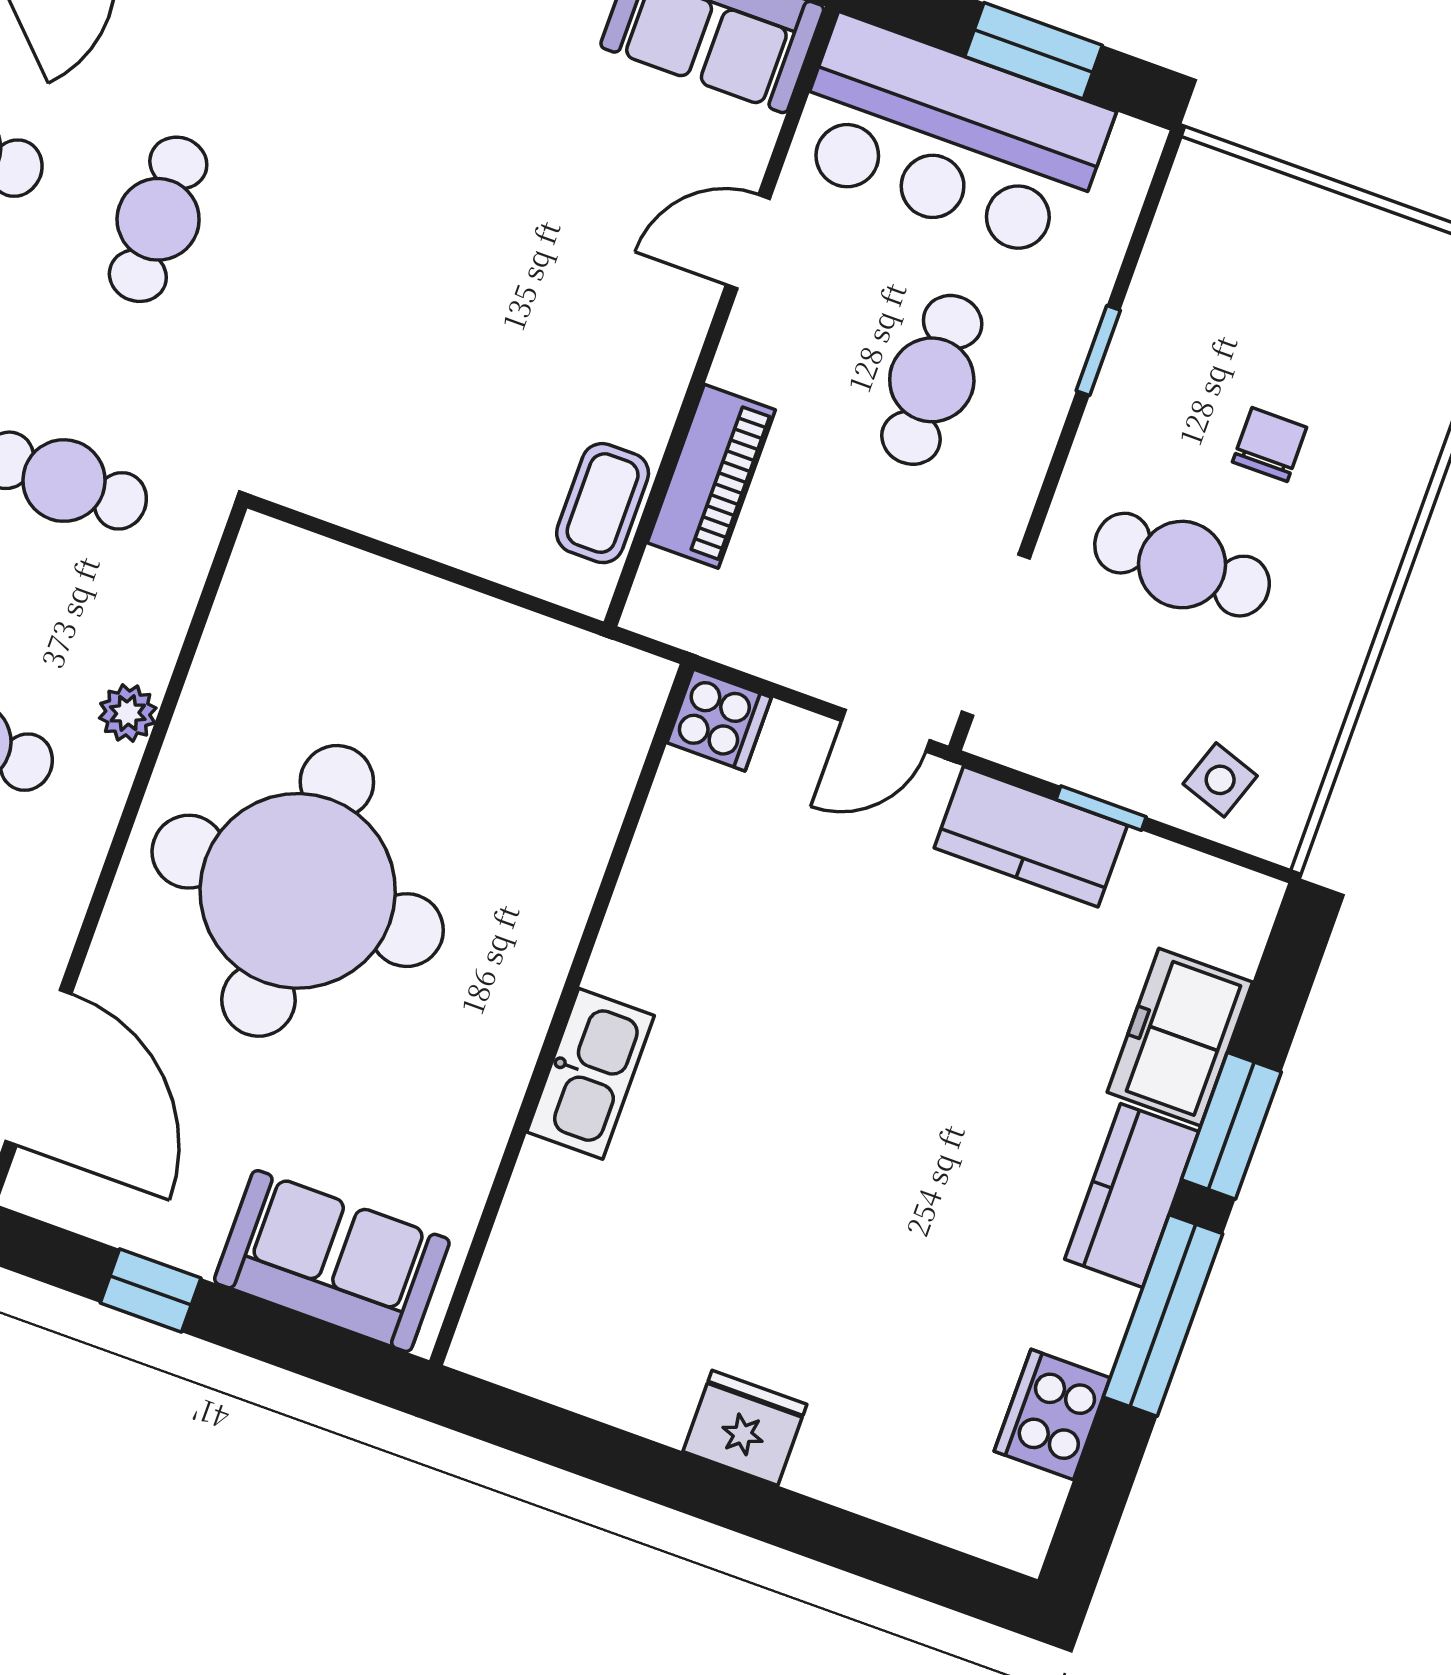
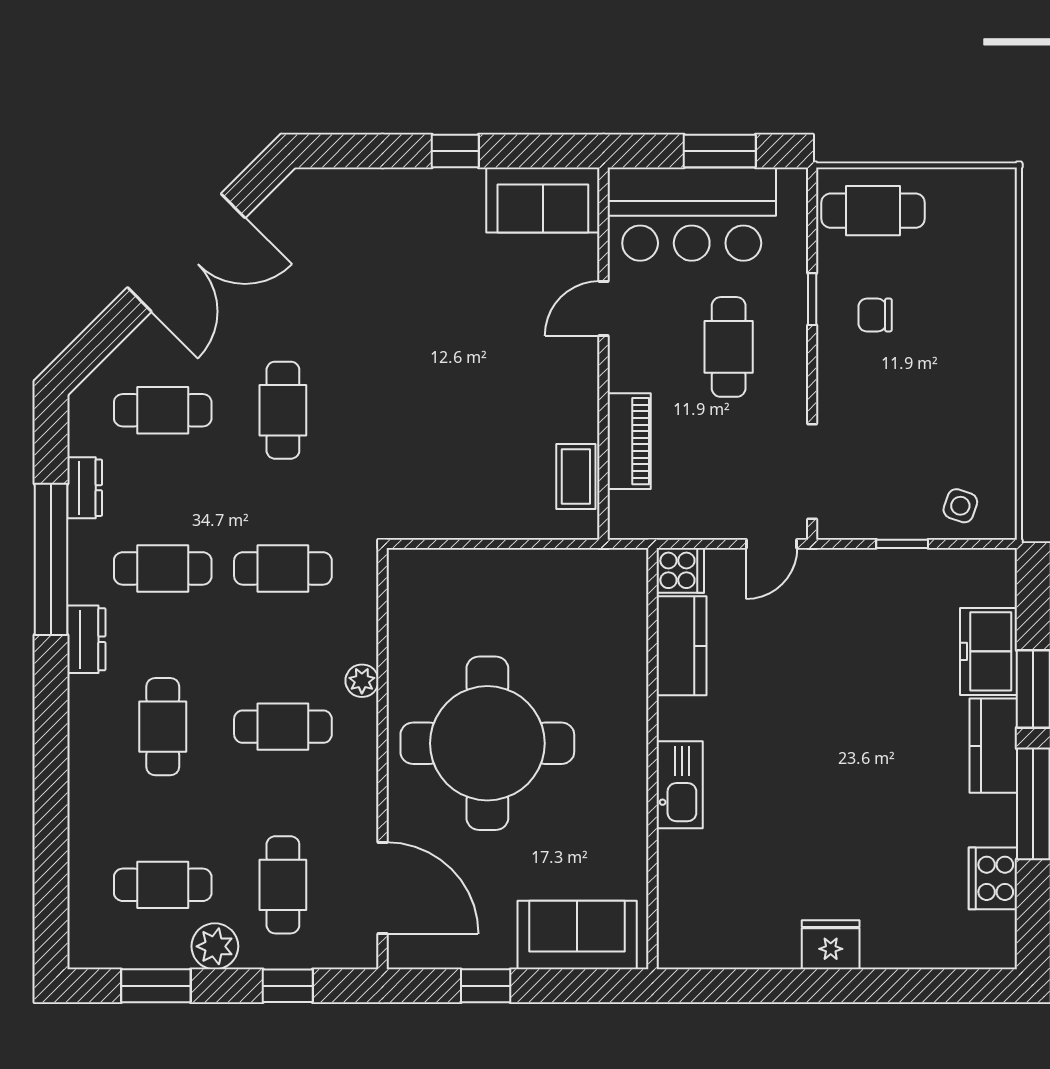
chair: (1270, 445) -> (875, 315), moved, turned -90
cafe table: (1182, 565) -> (873, 211), moved
kitchen counter: (1031, 837) -> (681, 646), moved, turned -90

